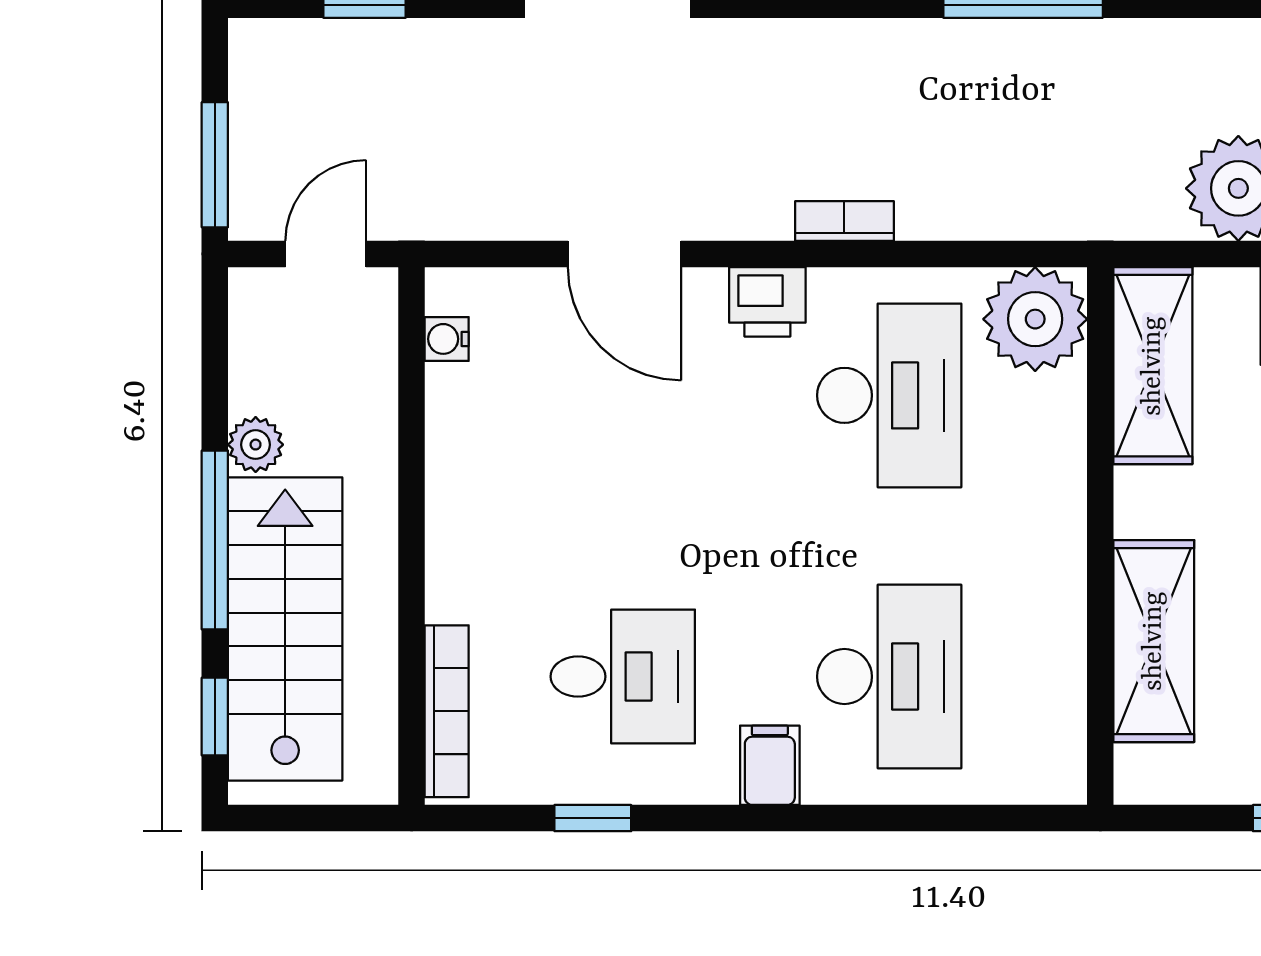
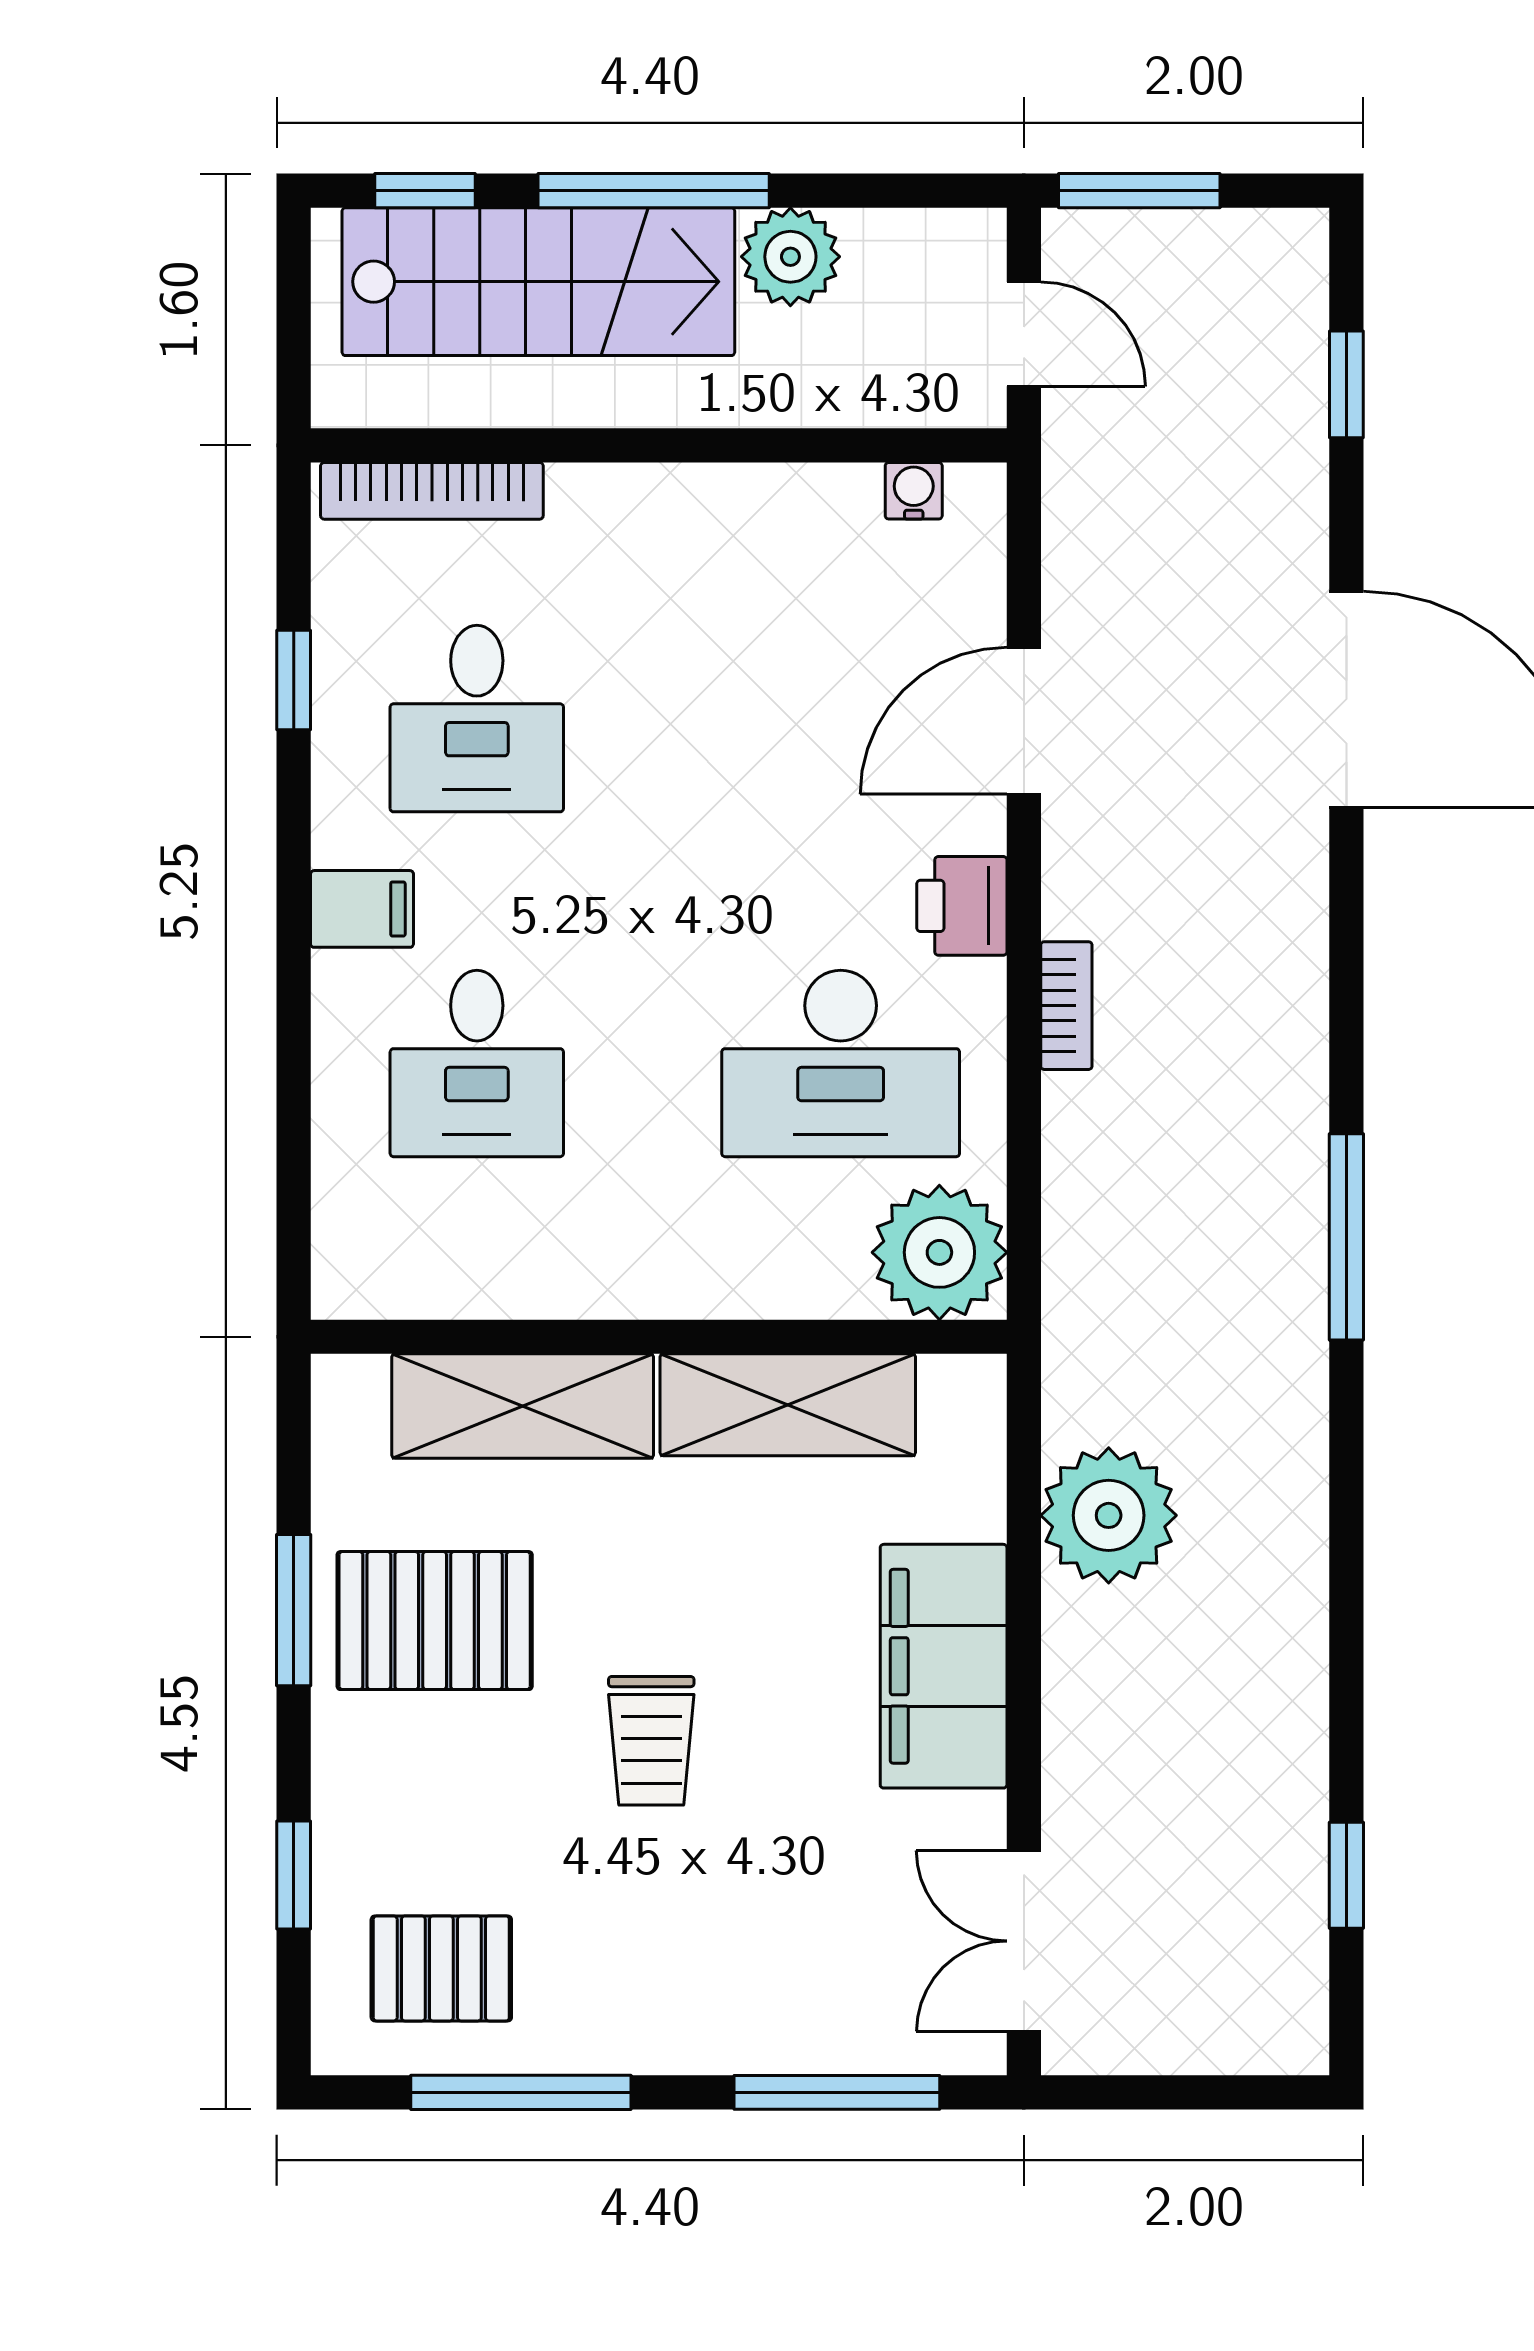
shelving: (1153, 366) -> (788, 1405), moved
plant: (256, 445) -> (790, 257), width x1.38, depth x1.38
desk: (889, 677) -> (477, 1063), width x0.73

